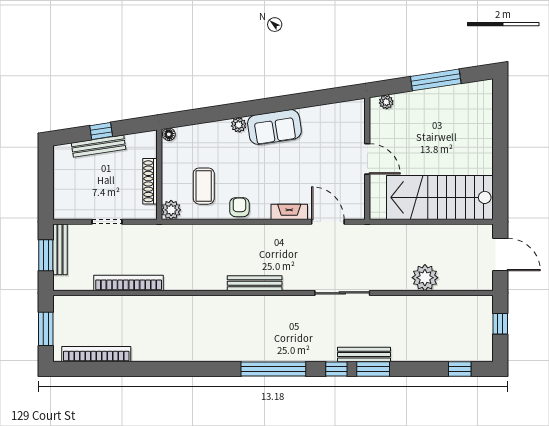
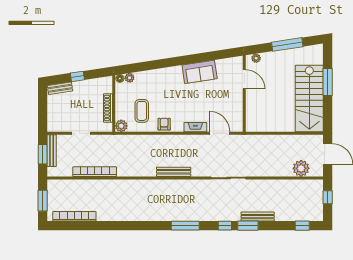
plant: (239, 125) -> (129, 78), moved
sofa: (274, 127) -> (200, 72), moved
window: (500, 140) -> (328, 82), added
bench: (99, 146) -> (60, 88), moved, width x0.73
door: (367, 159) -> (244, 79), moved
stairs: (440, 197) -> (309, 99), moved, turned -90
plant: (425, 278) -> (301, 168), moved
bench: (364, 355) -> (258, 217), moved
window: (273, 369) -> (185, 226), width x0.68

